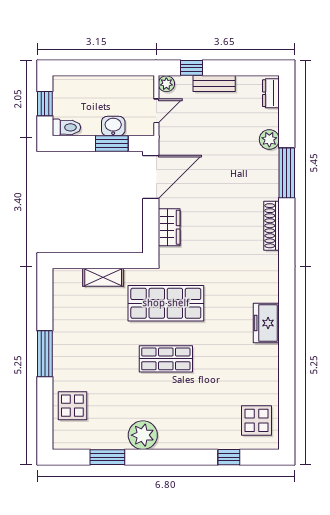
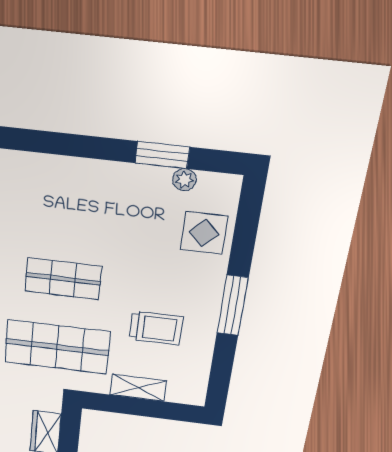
trolley: (96, 329) -> (156, 328), added
plant: (143, 435) -> (184, 180), moved, width x0.53, depth x0.53

